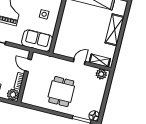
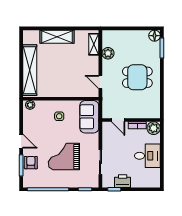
door: (79, 62) -> (100, 82), moved
door: (28, 65) -> (118, 120), hinge flipped
plant: (101, 74) -> (108, 53), moved

